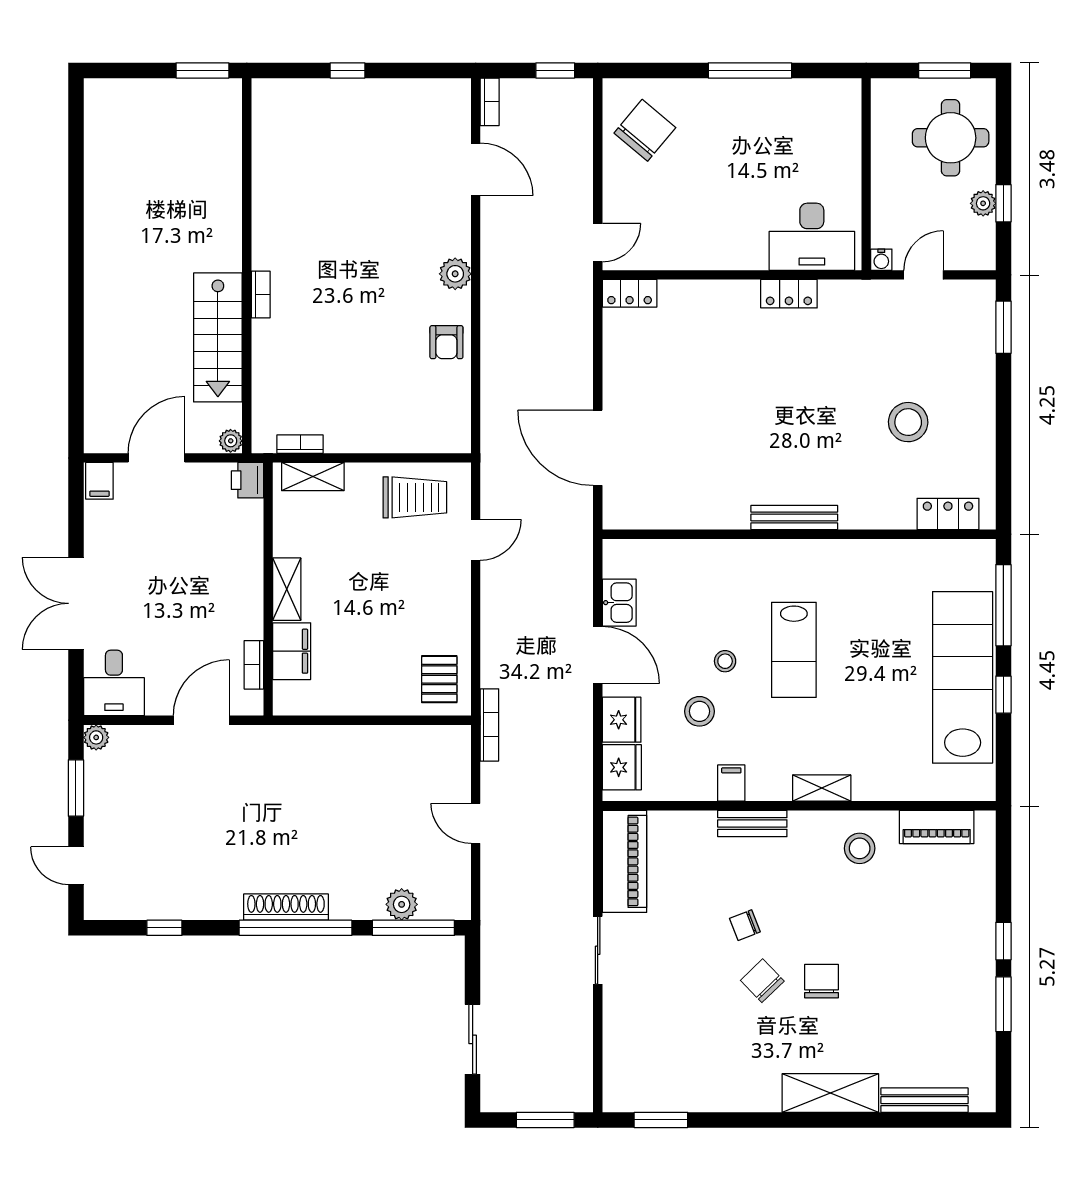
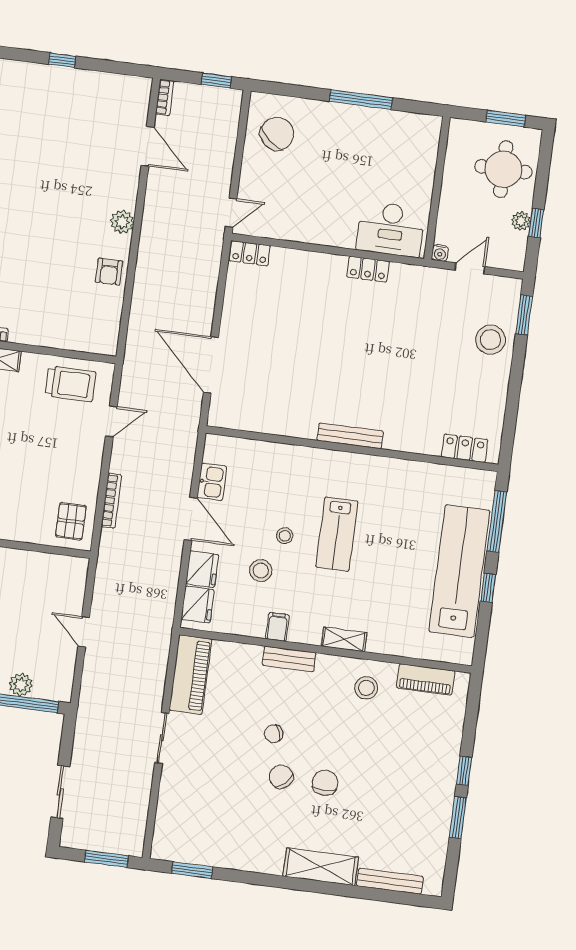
stool: (908, 422) -> (490, 340), moved
bookcase: (489, 725) -> (111, 501), moved

